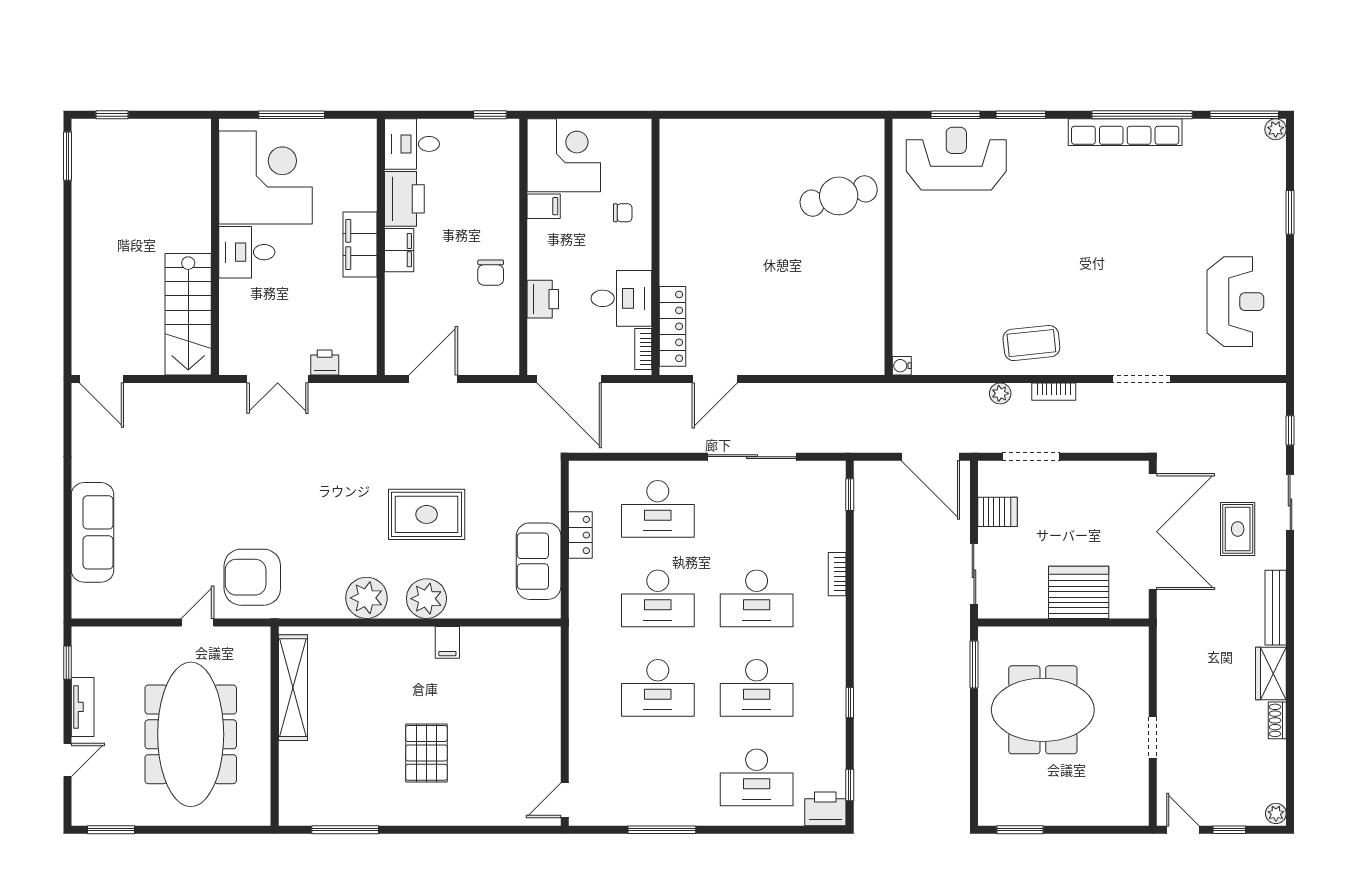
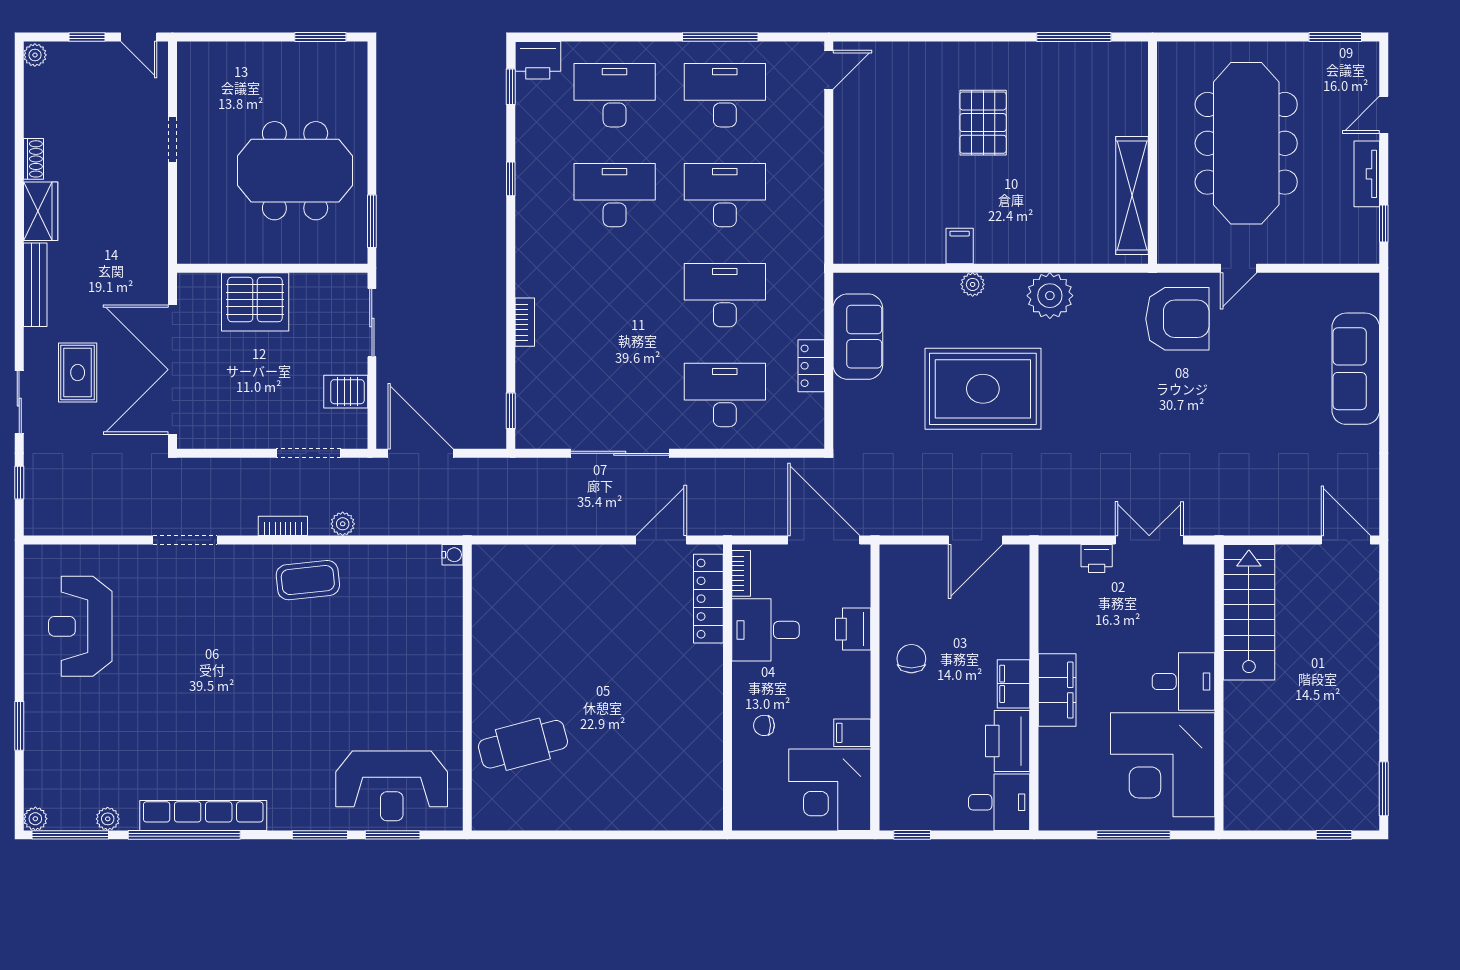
plant: (1211, 129) -> (108, 819), added
rug: (427, 514) -> (983, 389), width x1.37, depth x1.44
desk: (757, 598) -> (725, 95), moved
plant: (426, 599) -> (973, 284), width x0.53, depth x0.53

